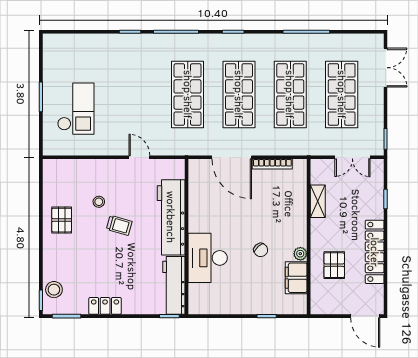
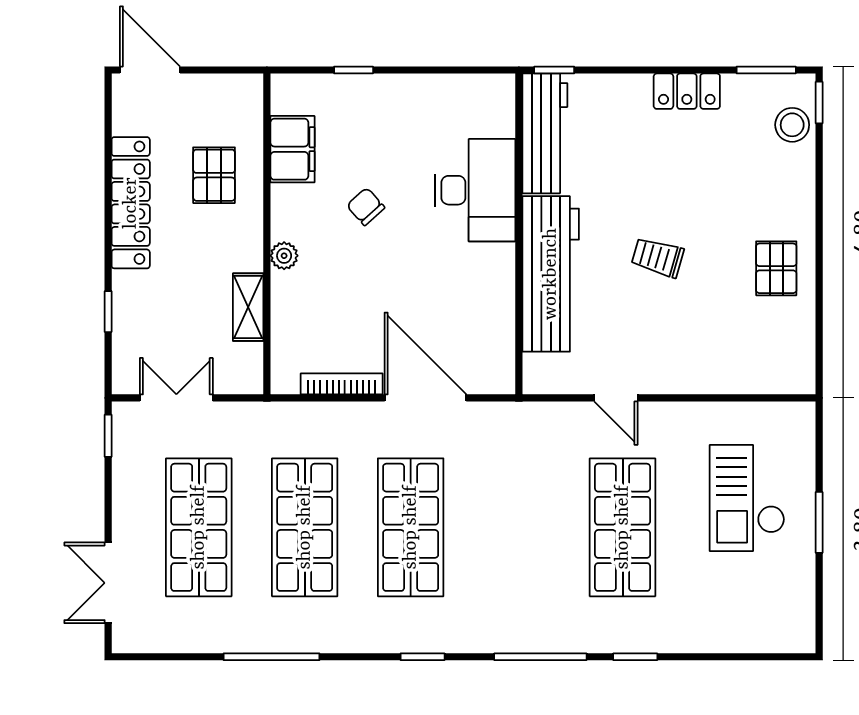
shop shelf: (188, 94) -> (623, 527), moved
stool: (99, 202) -> (700, 306), removed
plant: (300, 254) -> (284, 256), moved

